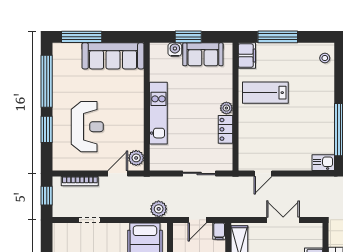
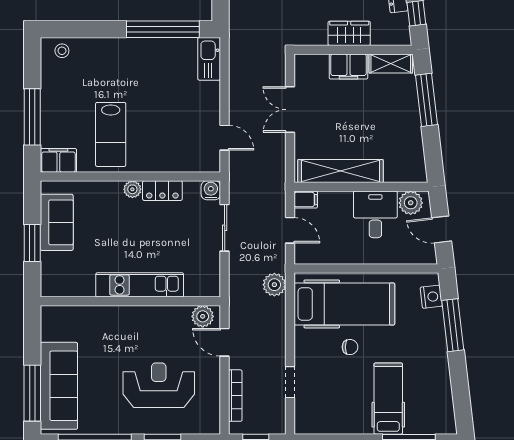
water cooler: (175, 50) -> (211, 190), moved, turned 90
sofa: (113, 56) -> (59, 386), moved
kitchen sink: (323, 163) -> (209, 59), width x1.38

